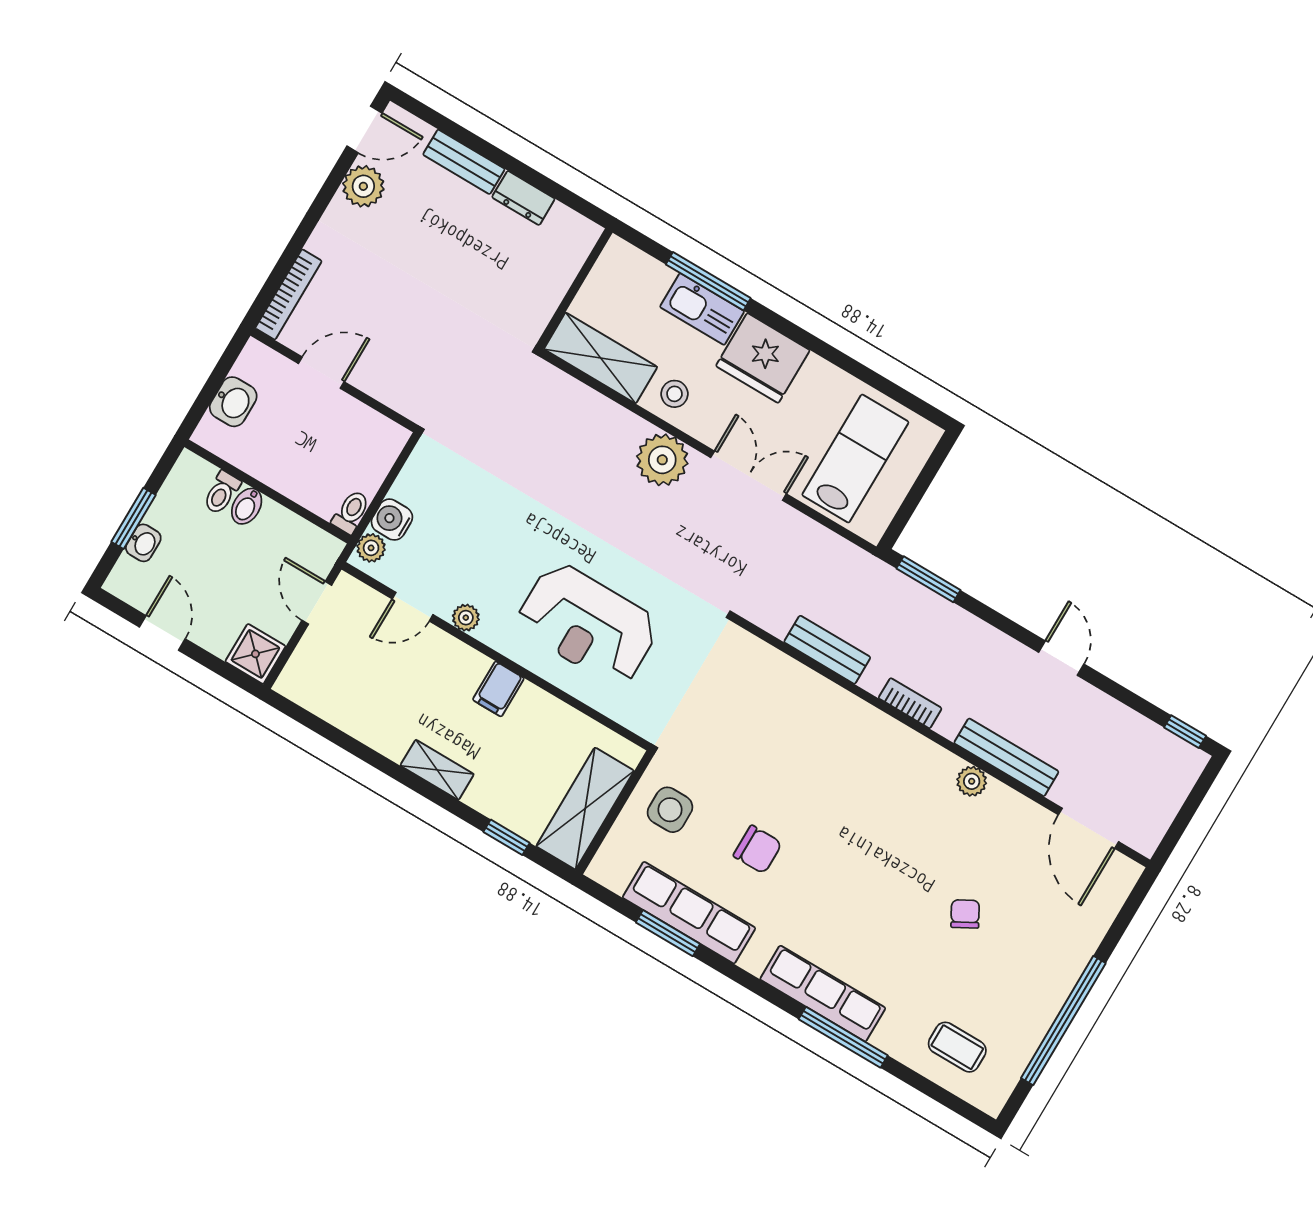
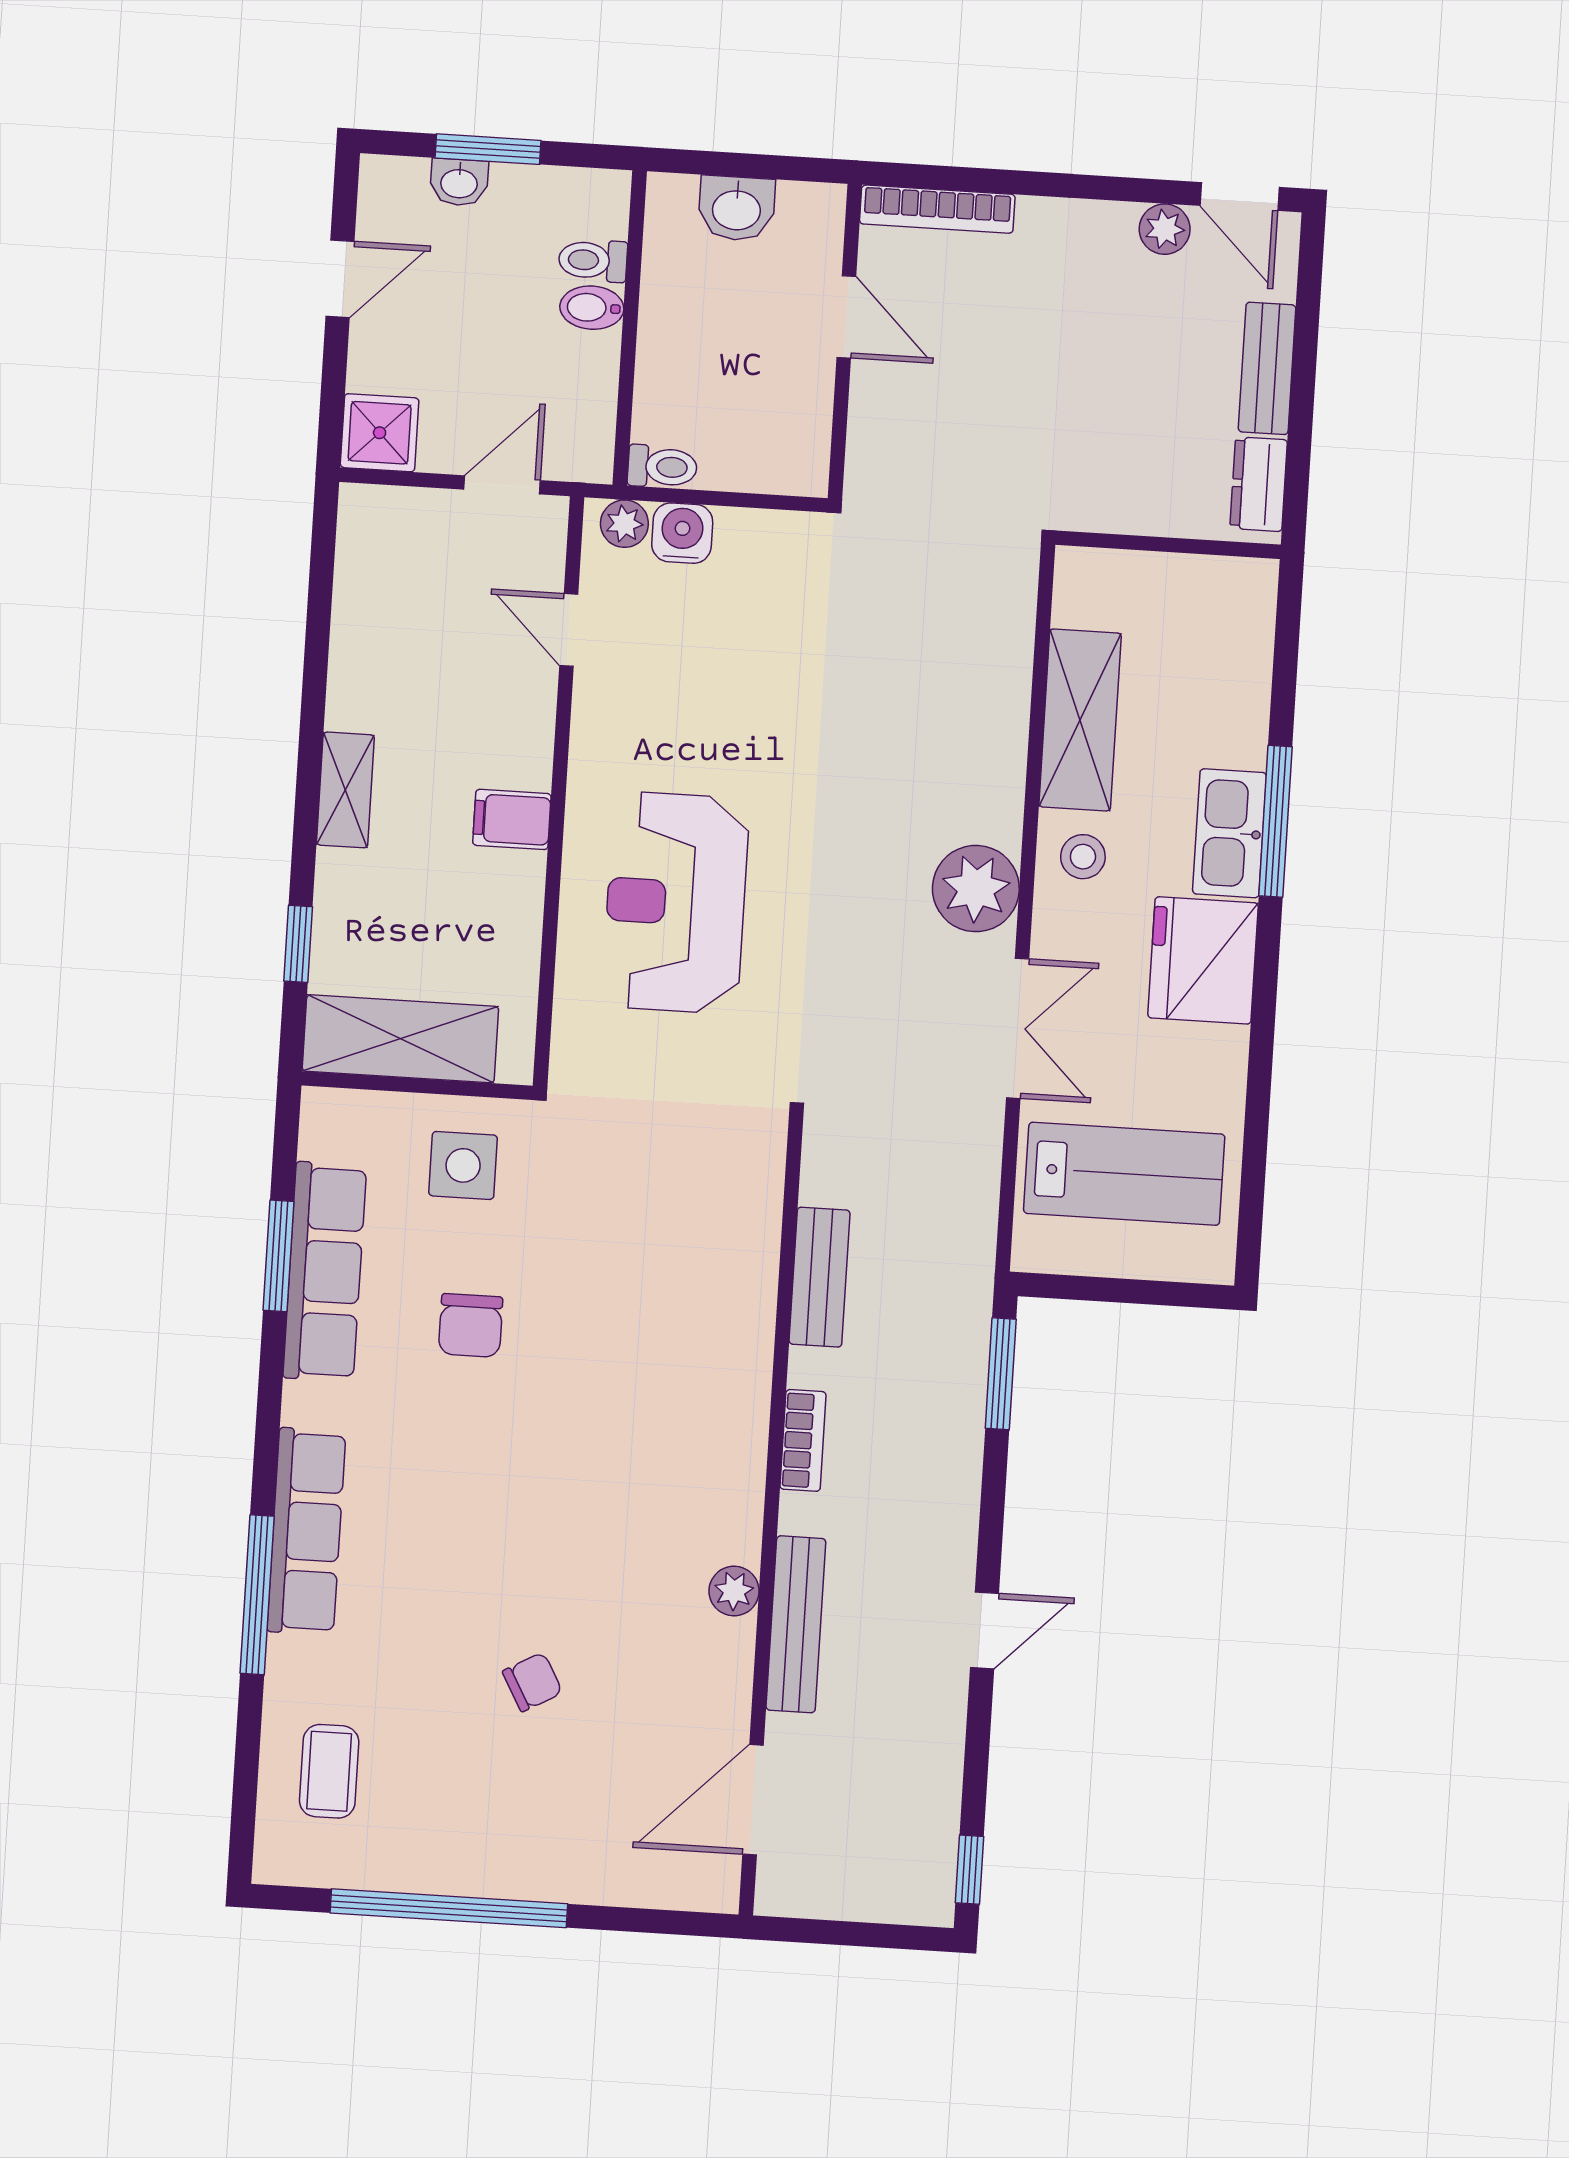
plant: (363, 186) -> (1165, 229), width x0.73, depth x0.73
wall: (574, 289) -> (1168, 545), moved
plant: (466, 618) -> (593, 717), removed

